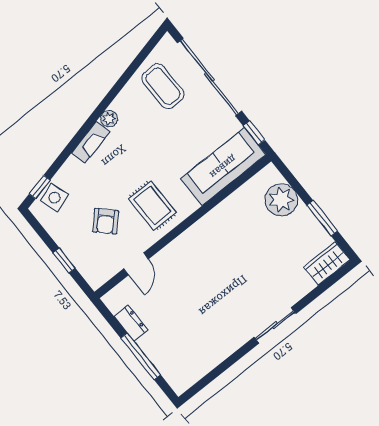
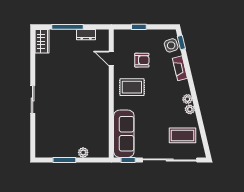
plant: (120, 104) -> (190, 109), added
fireplace: (91, 142) -> (180, 68), moved
plant: (281, 200) -> (83, 152), width x0.53, depth x0.53
armchair: (106, 221) -> (142, 60), turned 136
wardrobe: (327, 263) -> (42, 41), moved

